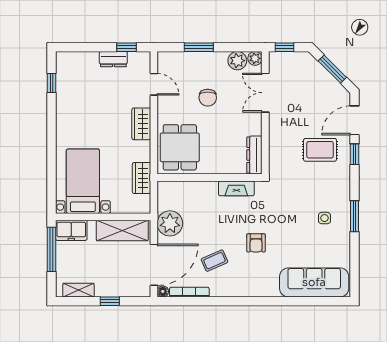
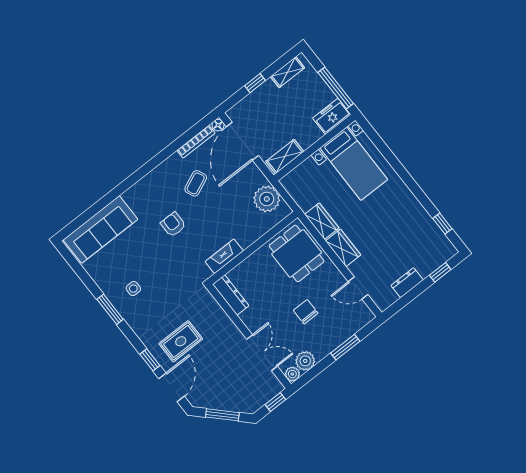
window: (126, 47) -> (440, 272), moved
wardrobe: (142, 178) -> (322, 221), moved
plant: (170, 223) -> (267, 199), moved
shelving: (122, 230) -> (285, 156), width x0.67, depth x0.75

